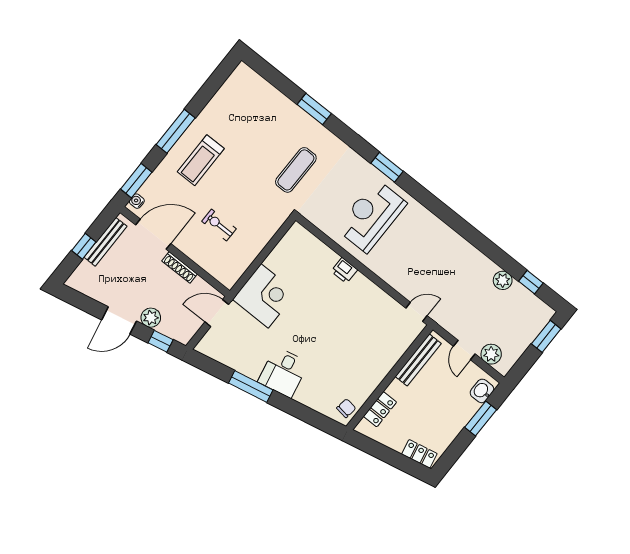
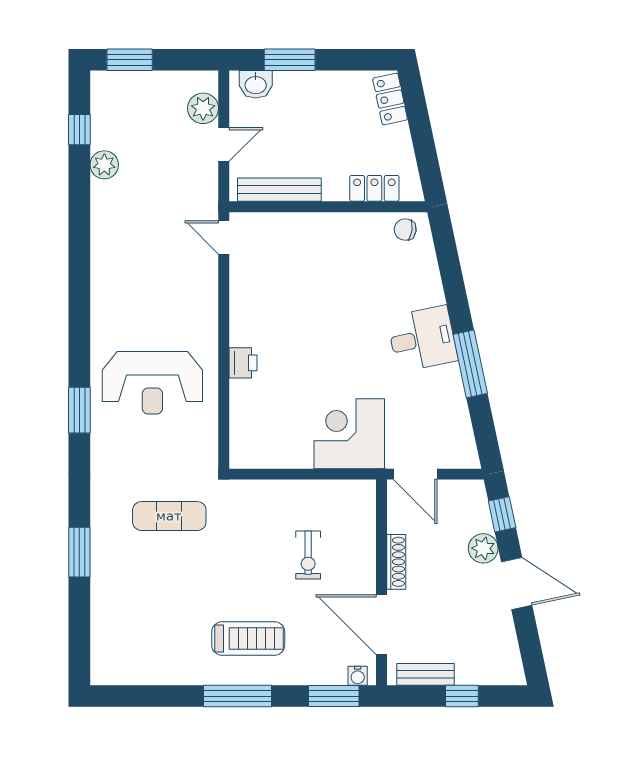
bench: (106, 242) -> (425, 674), width x0.73

